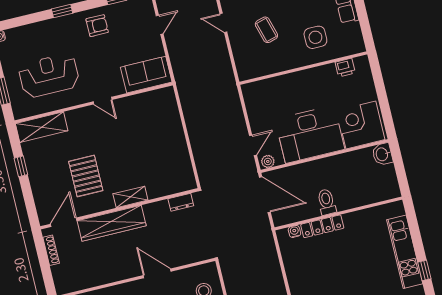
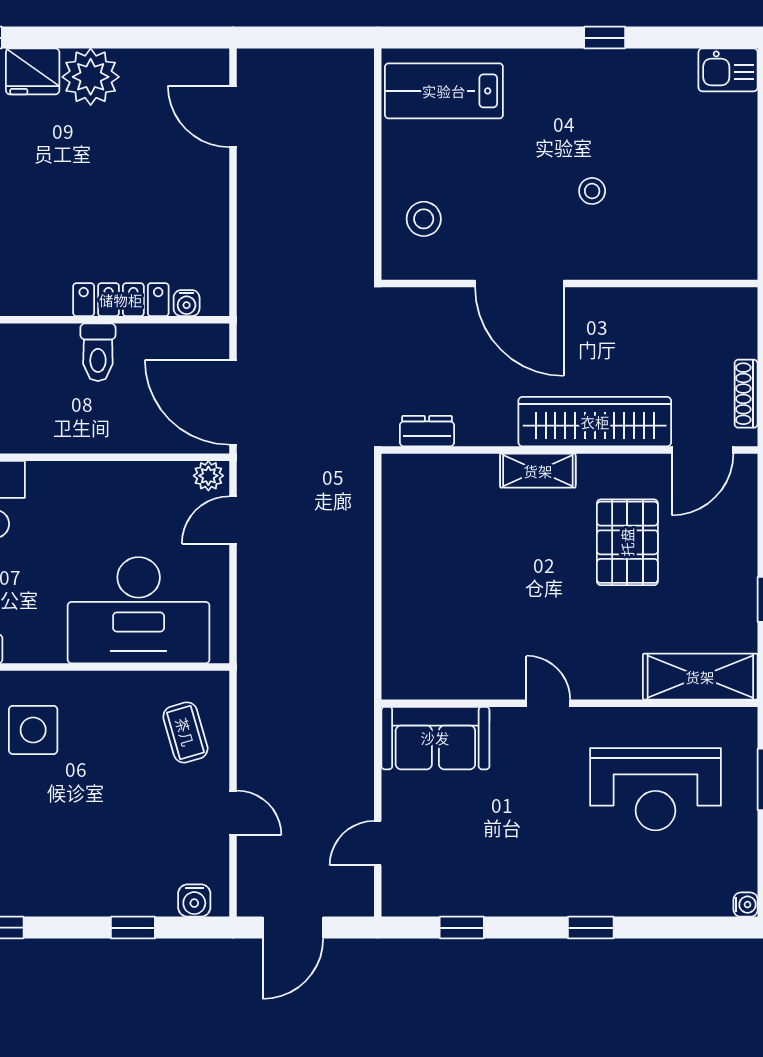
armchair: (97, 26) -> (519, 876), removed
coffee table: (266, 30) -> (185, 732), moved
desk: (310, 134) -> (139, 610), moved, turned 180
door: (157, 273) -> (519, 284), width x1.36

